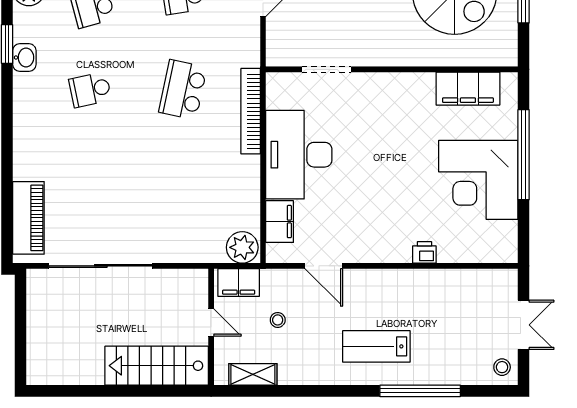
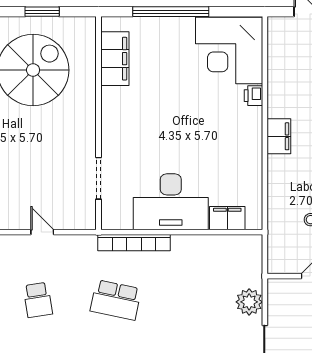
corner desk: (478, 180) -> (229, 50), moved, turned 90
plant: (242, 247) -> (249, 302), moved
door: (324, 266) -> (265, 181), removed
filing cabinet: (239, 282) -> (279, 136), moved

